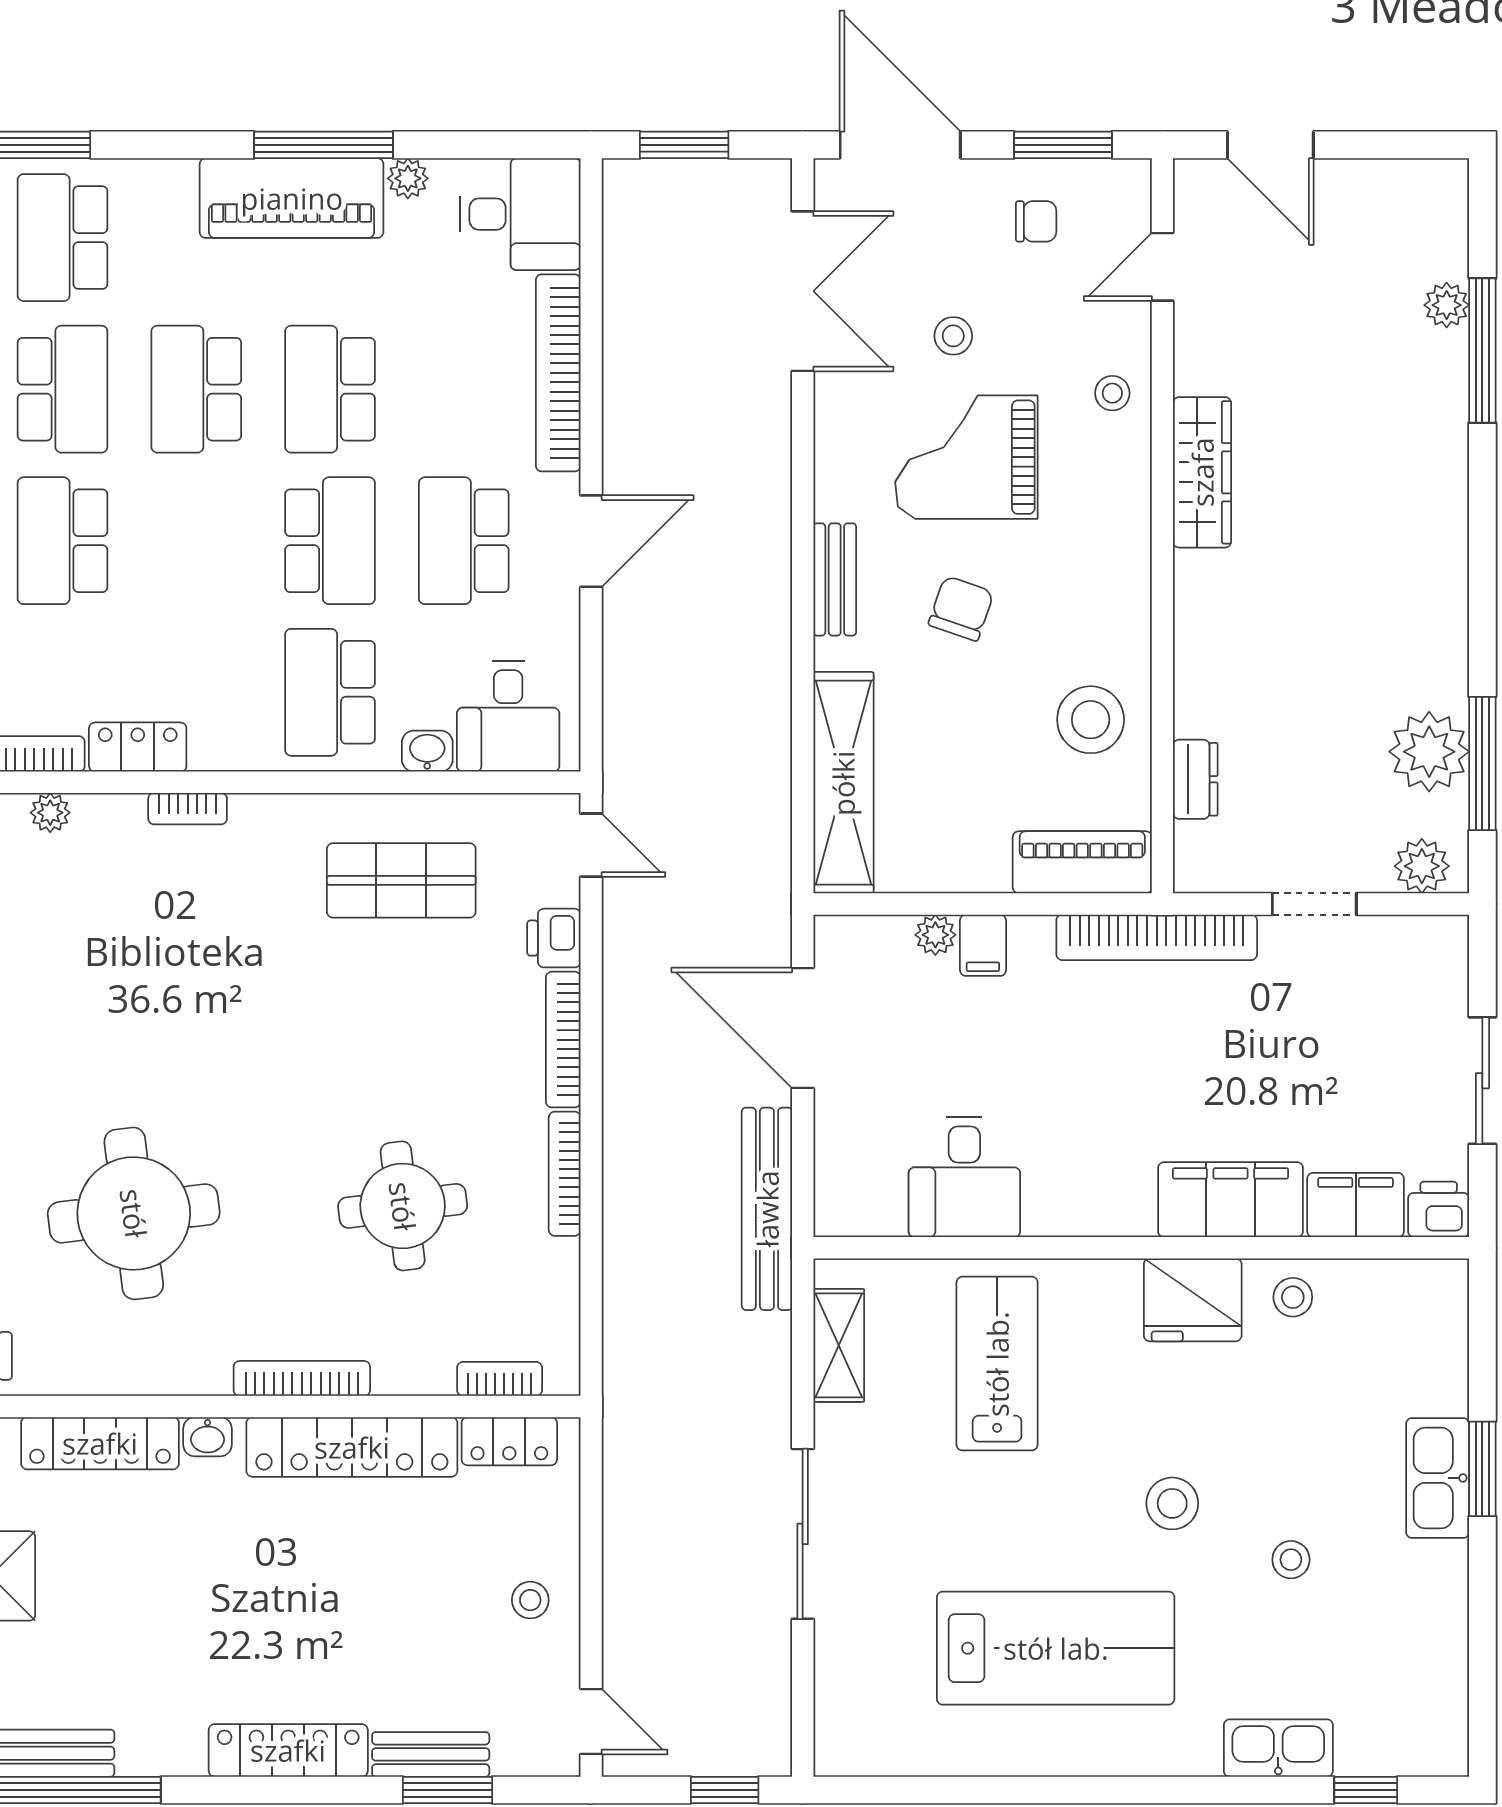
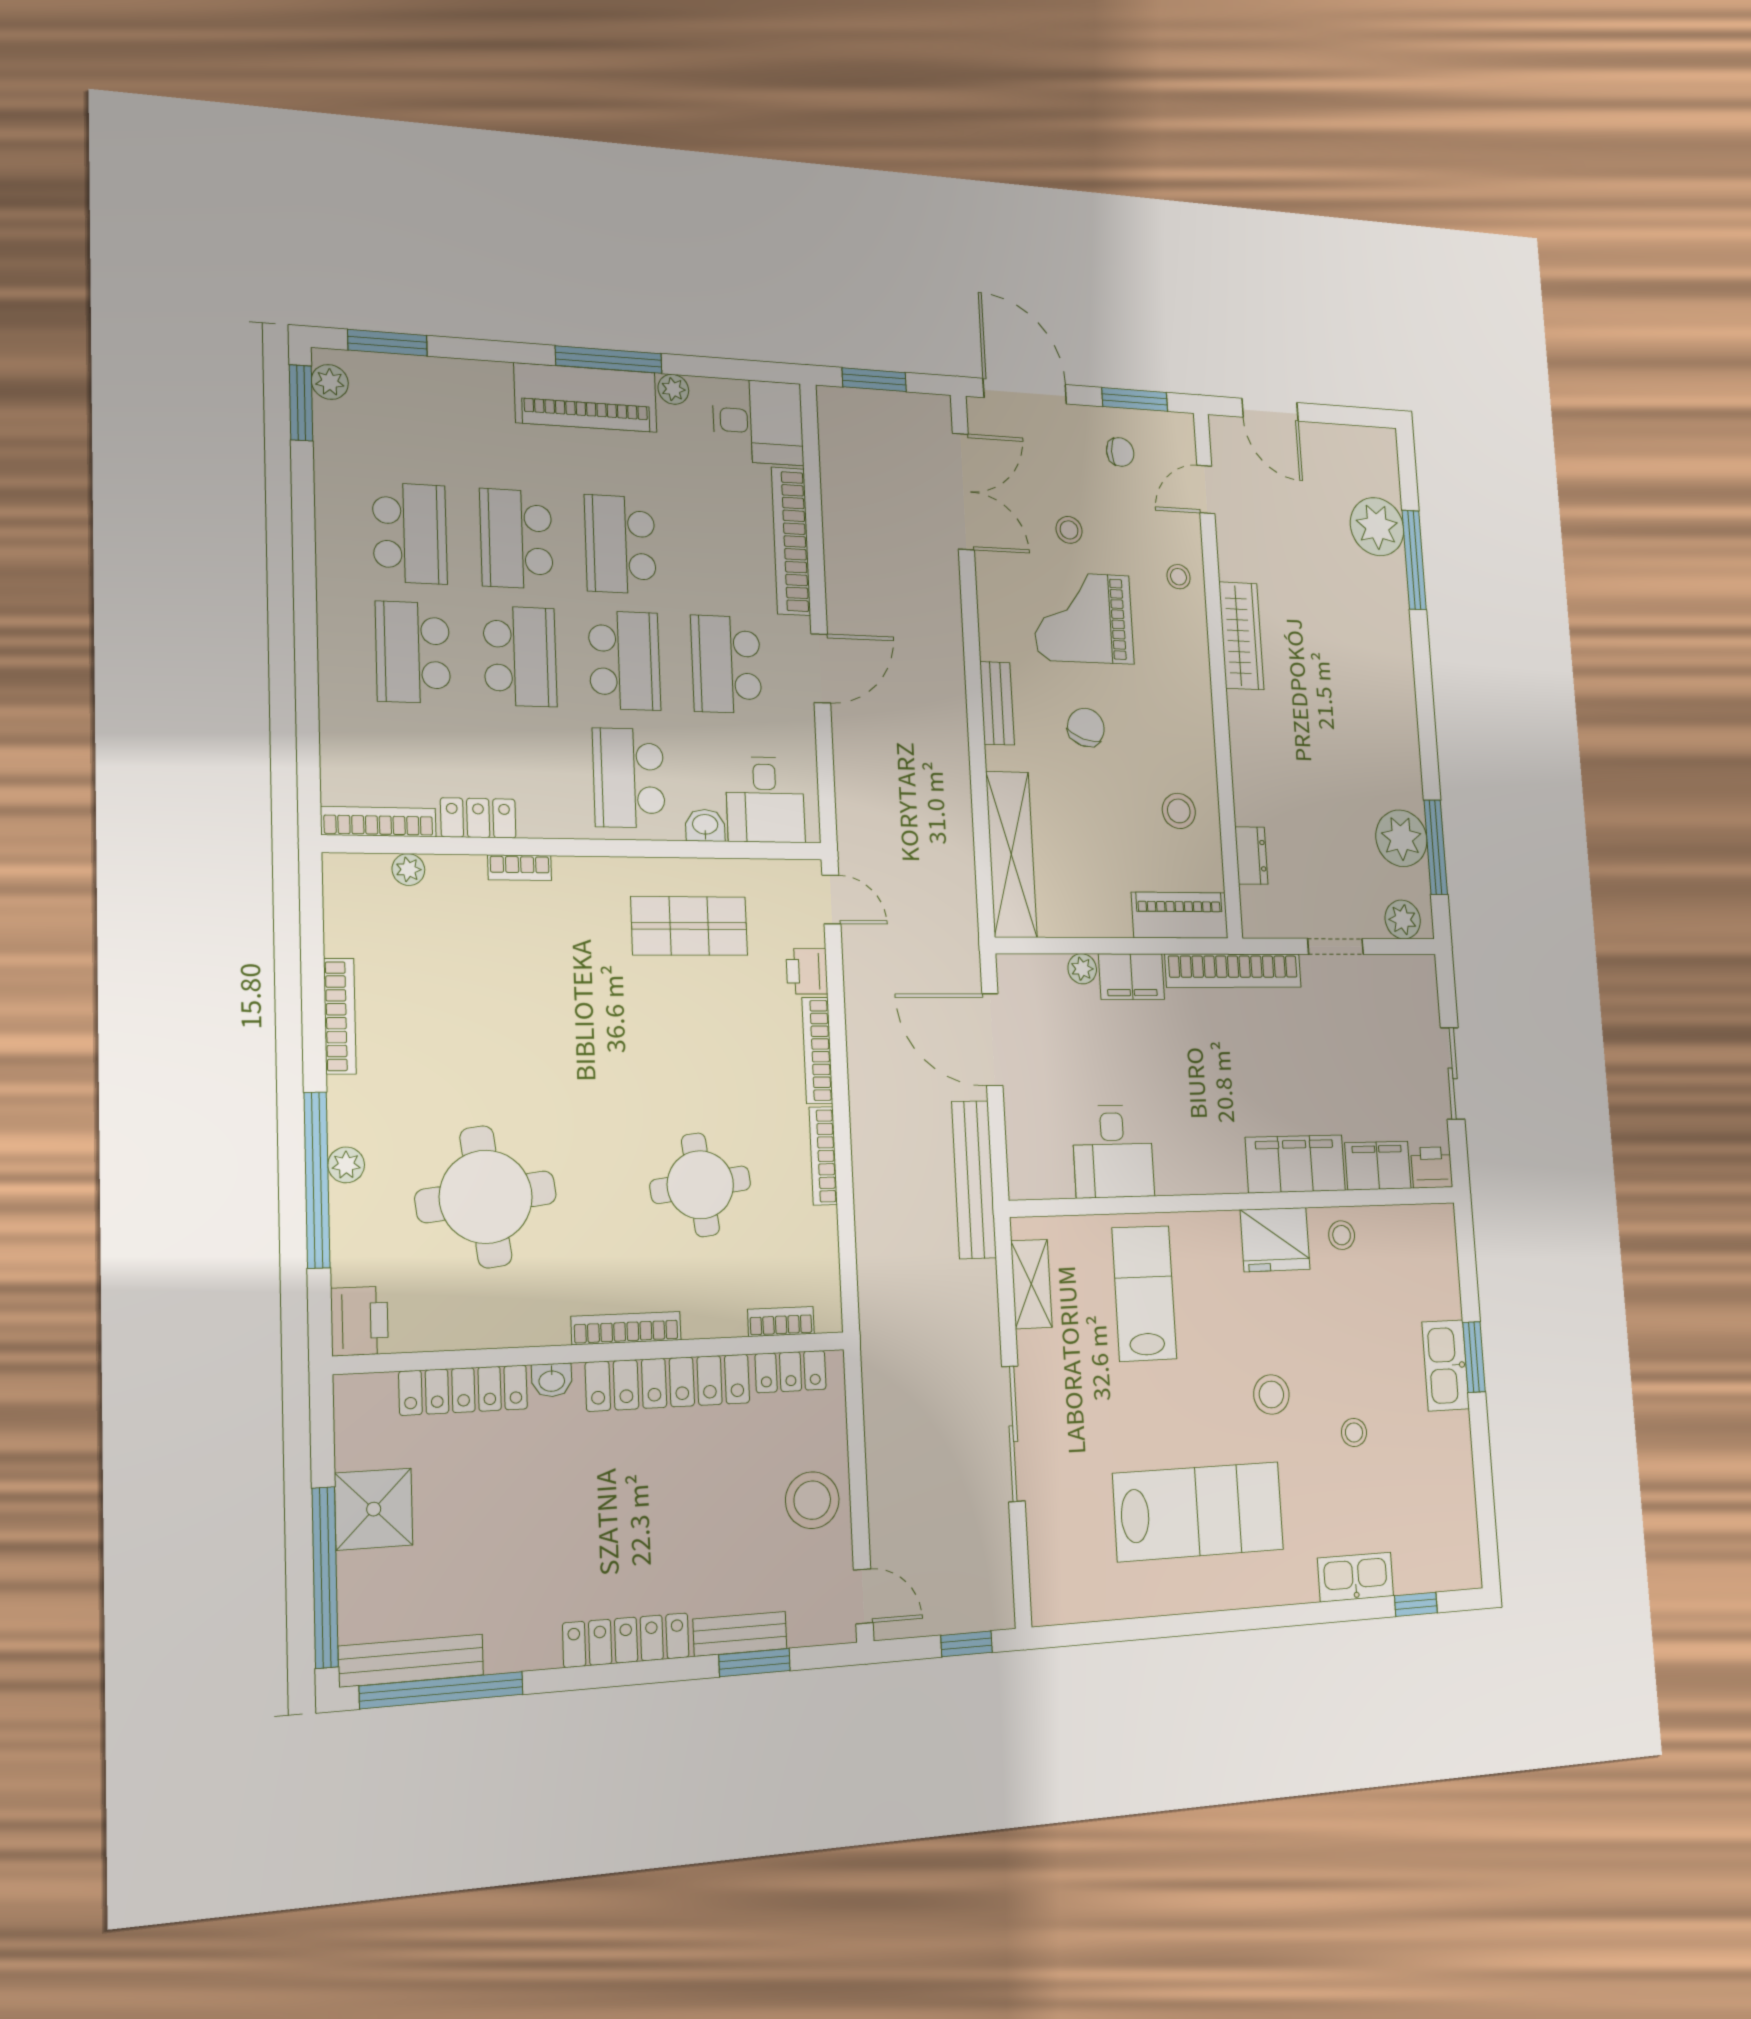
school desk: (63, 238) -> (520, 656), moved, turned 180
plant: (1447, 305) -> (1377, 527), width x1.87, depth x1.87
stool: (1091, 720) -> (1179, 811), width x0.73, depth x0.73
filing cabinet: (983, 945) -> (1131, 977), width x2.00
stool: (530, 1600) -> (812, 1500), width x1.89, depth x1.89

